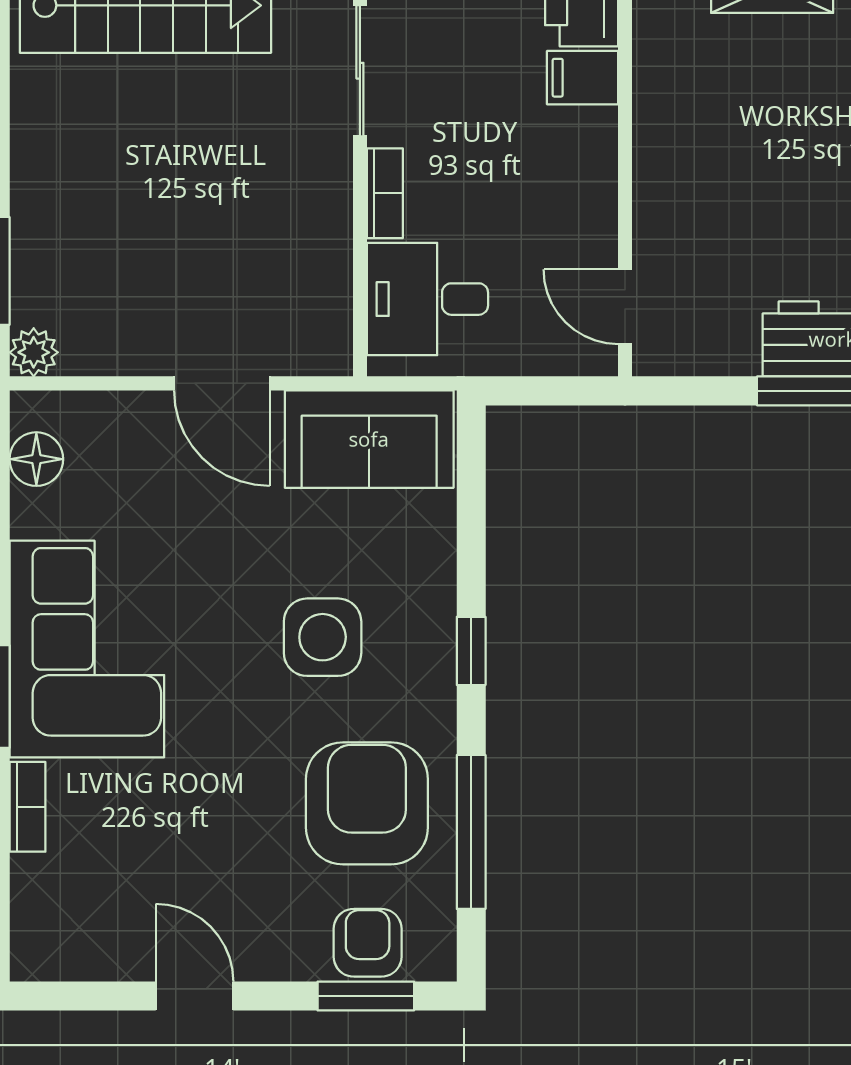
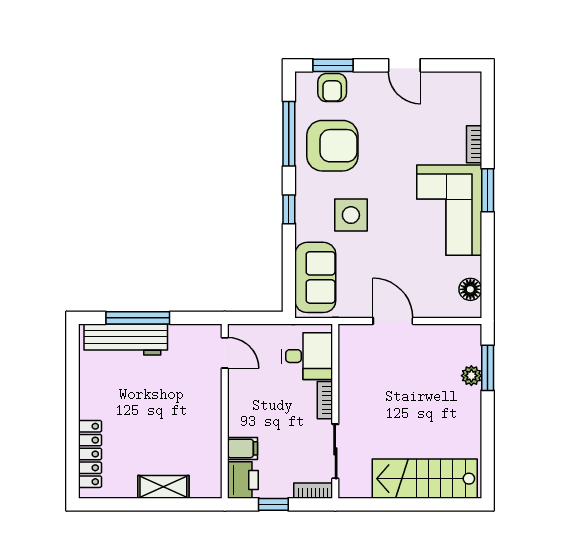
plant: (34, 352) -> (471, 376), moved
sofa: (369, 439) -> (315, 277), moved, turned 90
armchair: (367, 803) -> (332, 146), turned -90

